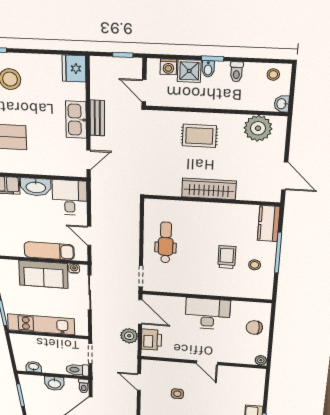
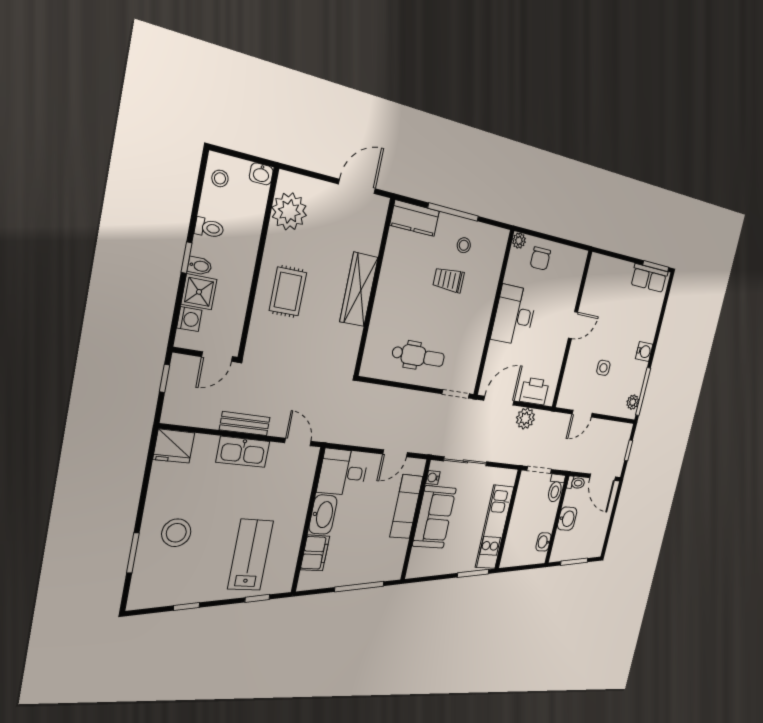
dental chair: (166, 242) -> (418, 356), turned 180
plant: (261, 360) -> (519, 241), moved

